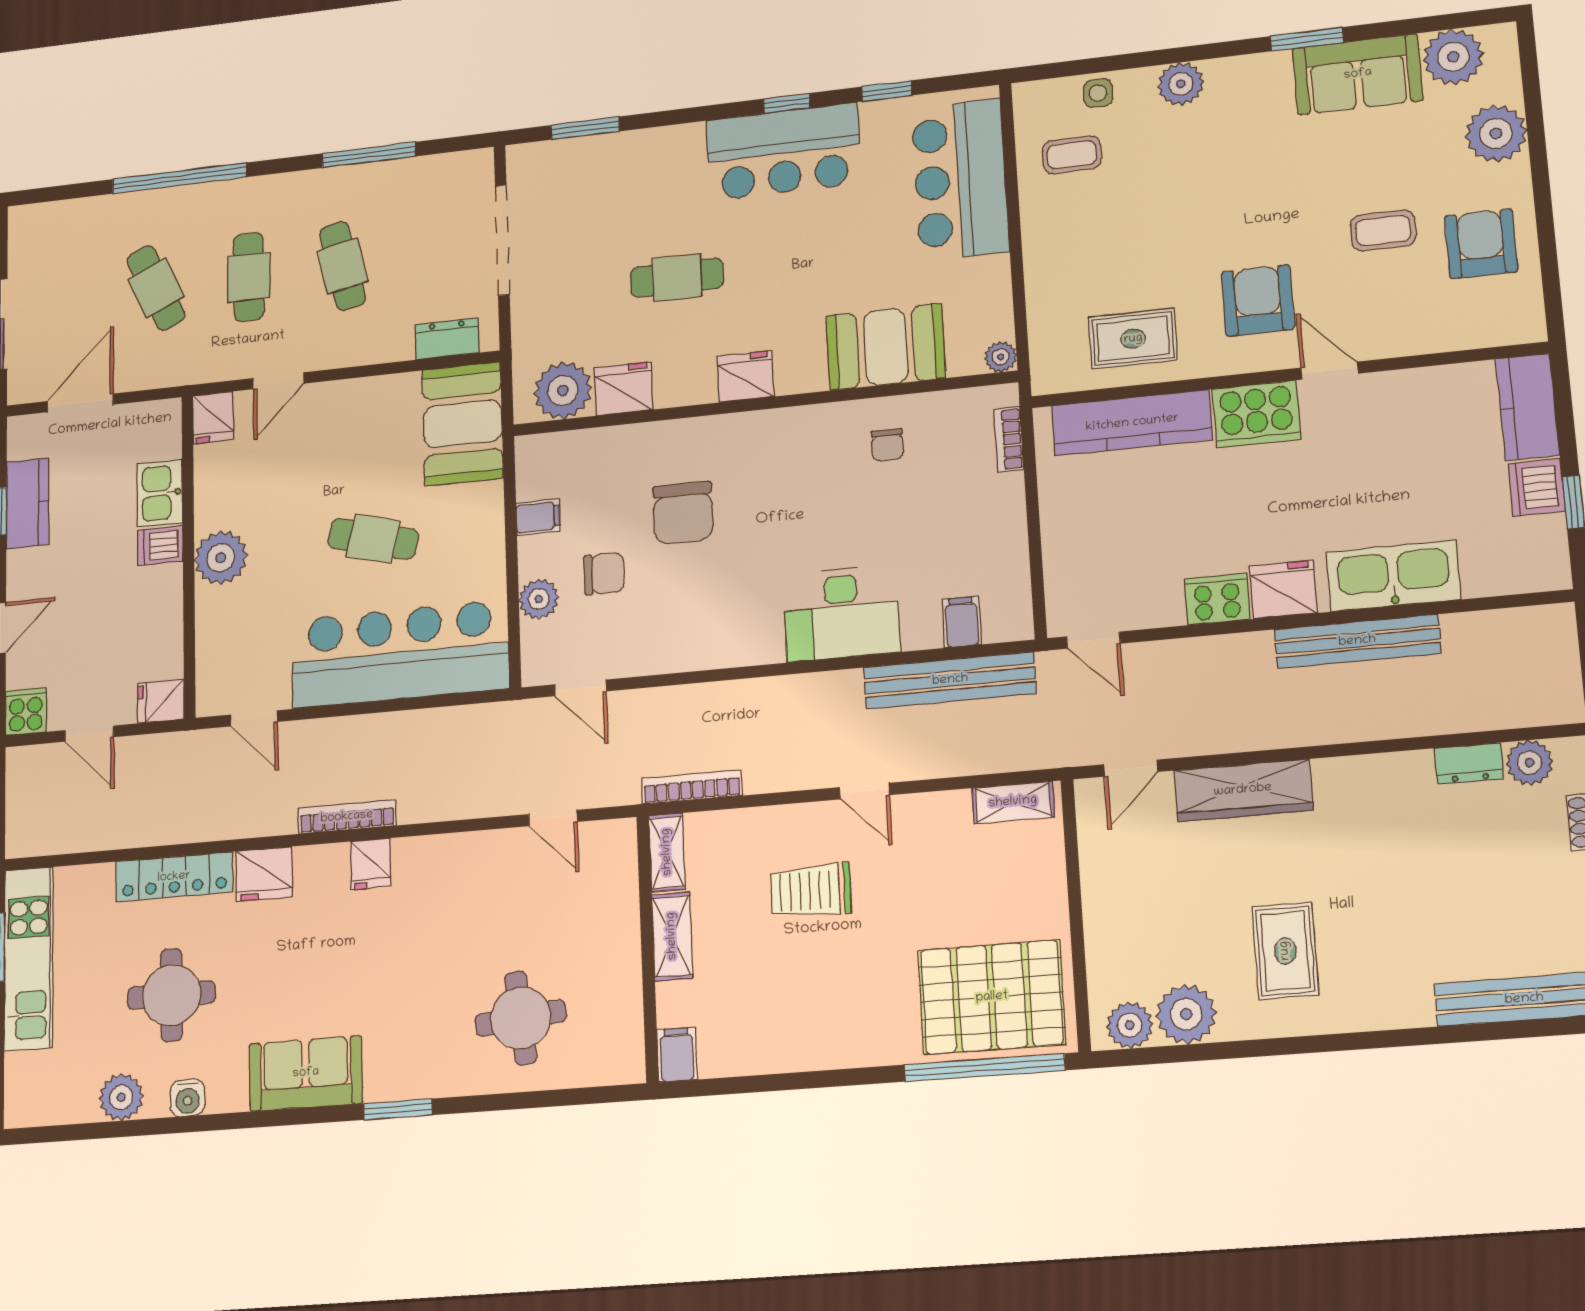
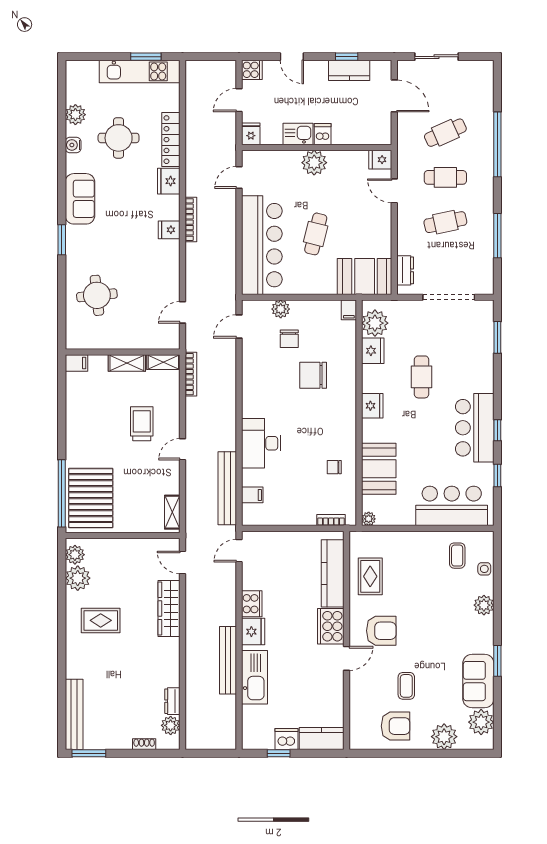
kitchen sink: (160, 493) -> (298, 134), moved
filing cabinet: (538, 517) -> (349, 310), moved

